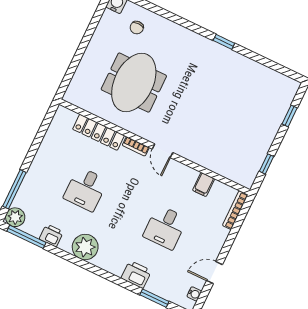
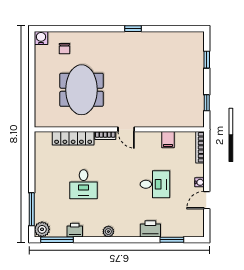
desk: (165, 227) -> (155, 184), turned -90
plant: (85, 247) -> (108, 232), width x0.53, depth x0.53
water cooler: (194, 294) -> (199, 182), moved

